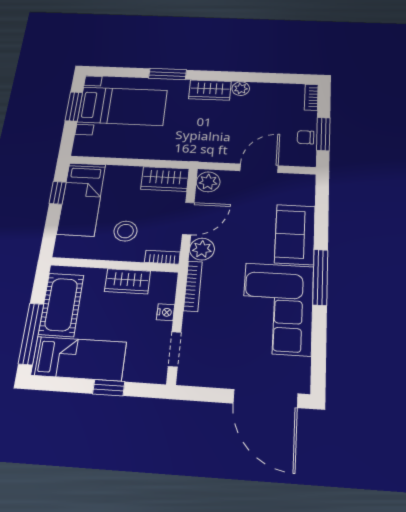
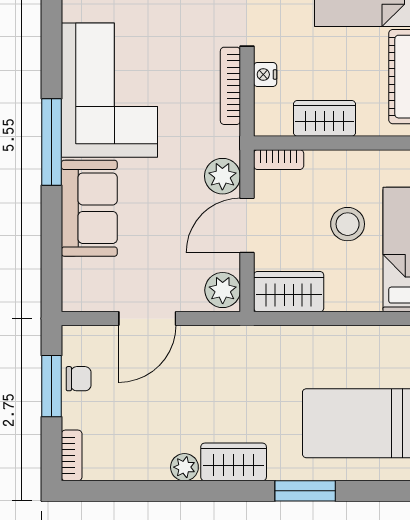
stool: (125, 231) -> (348, 224), moved
bookcase: (193, 286) -> (230, 86), moved

